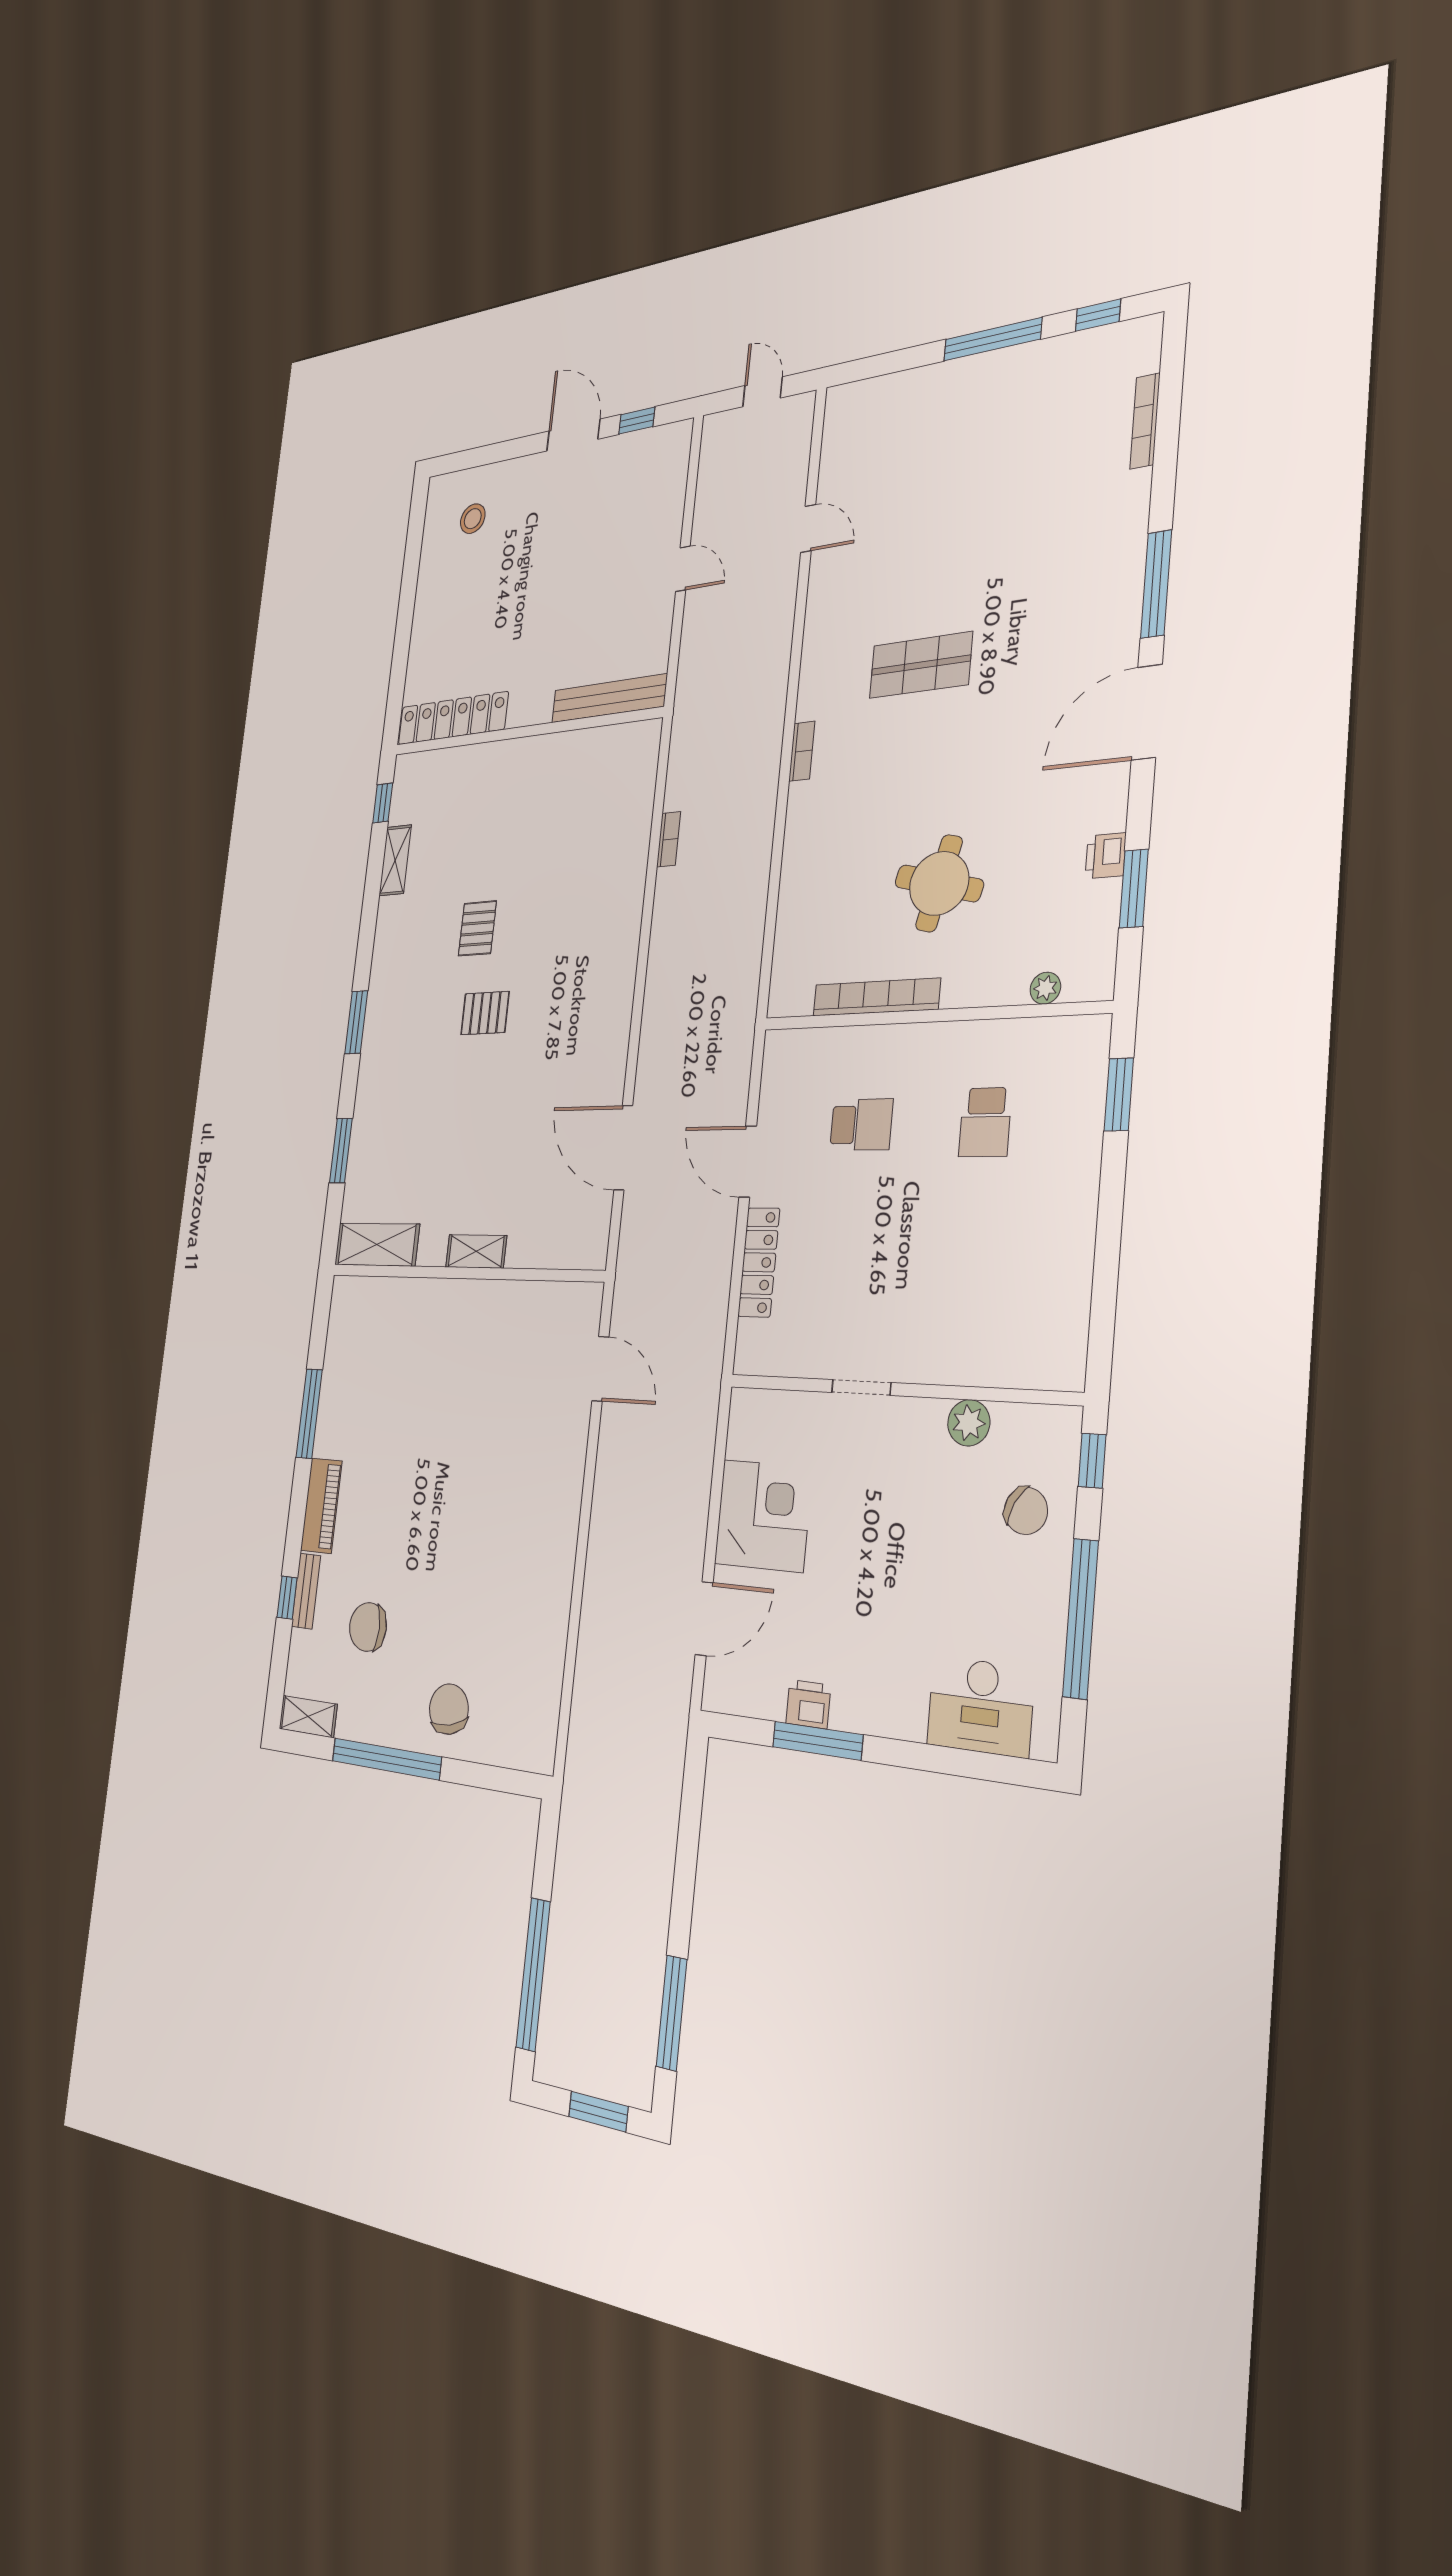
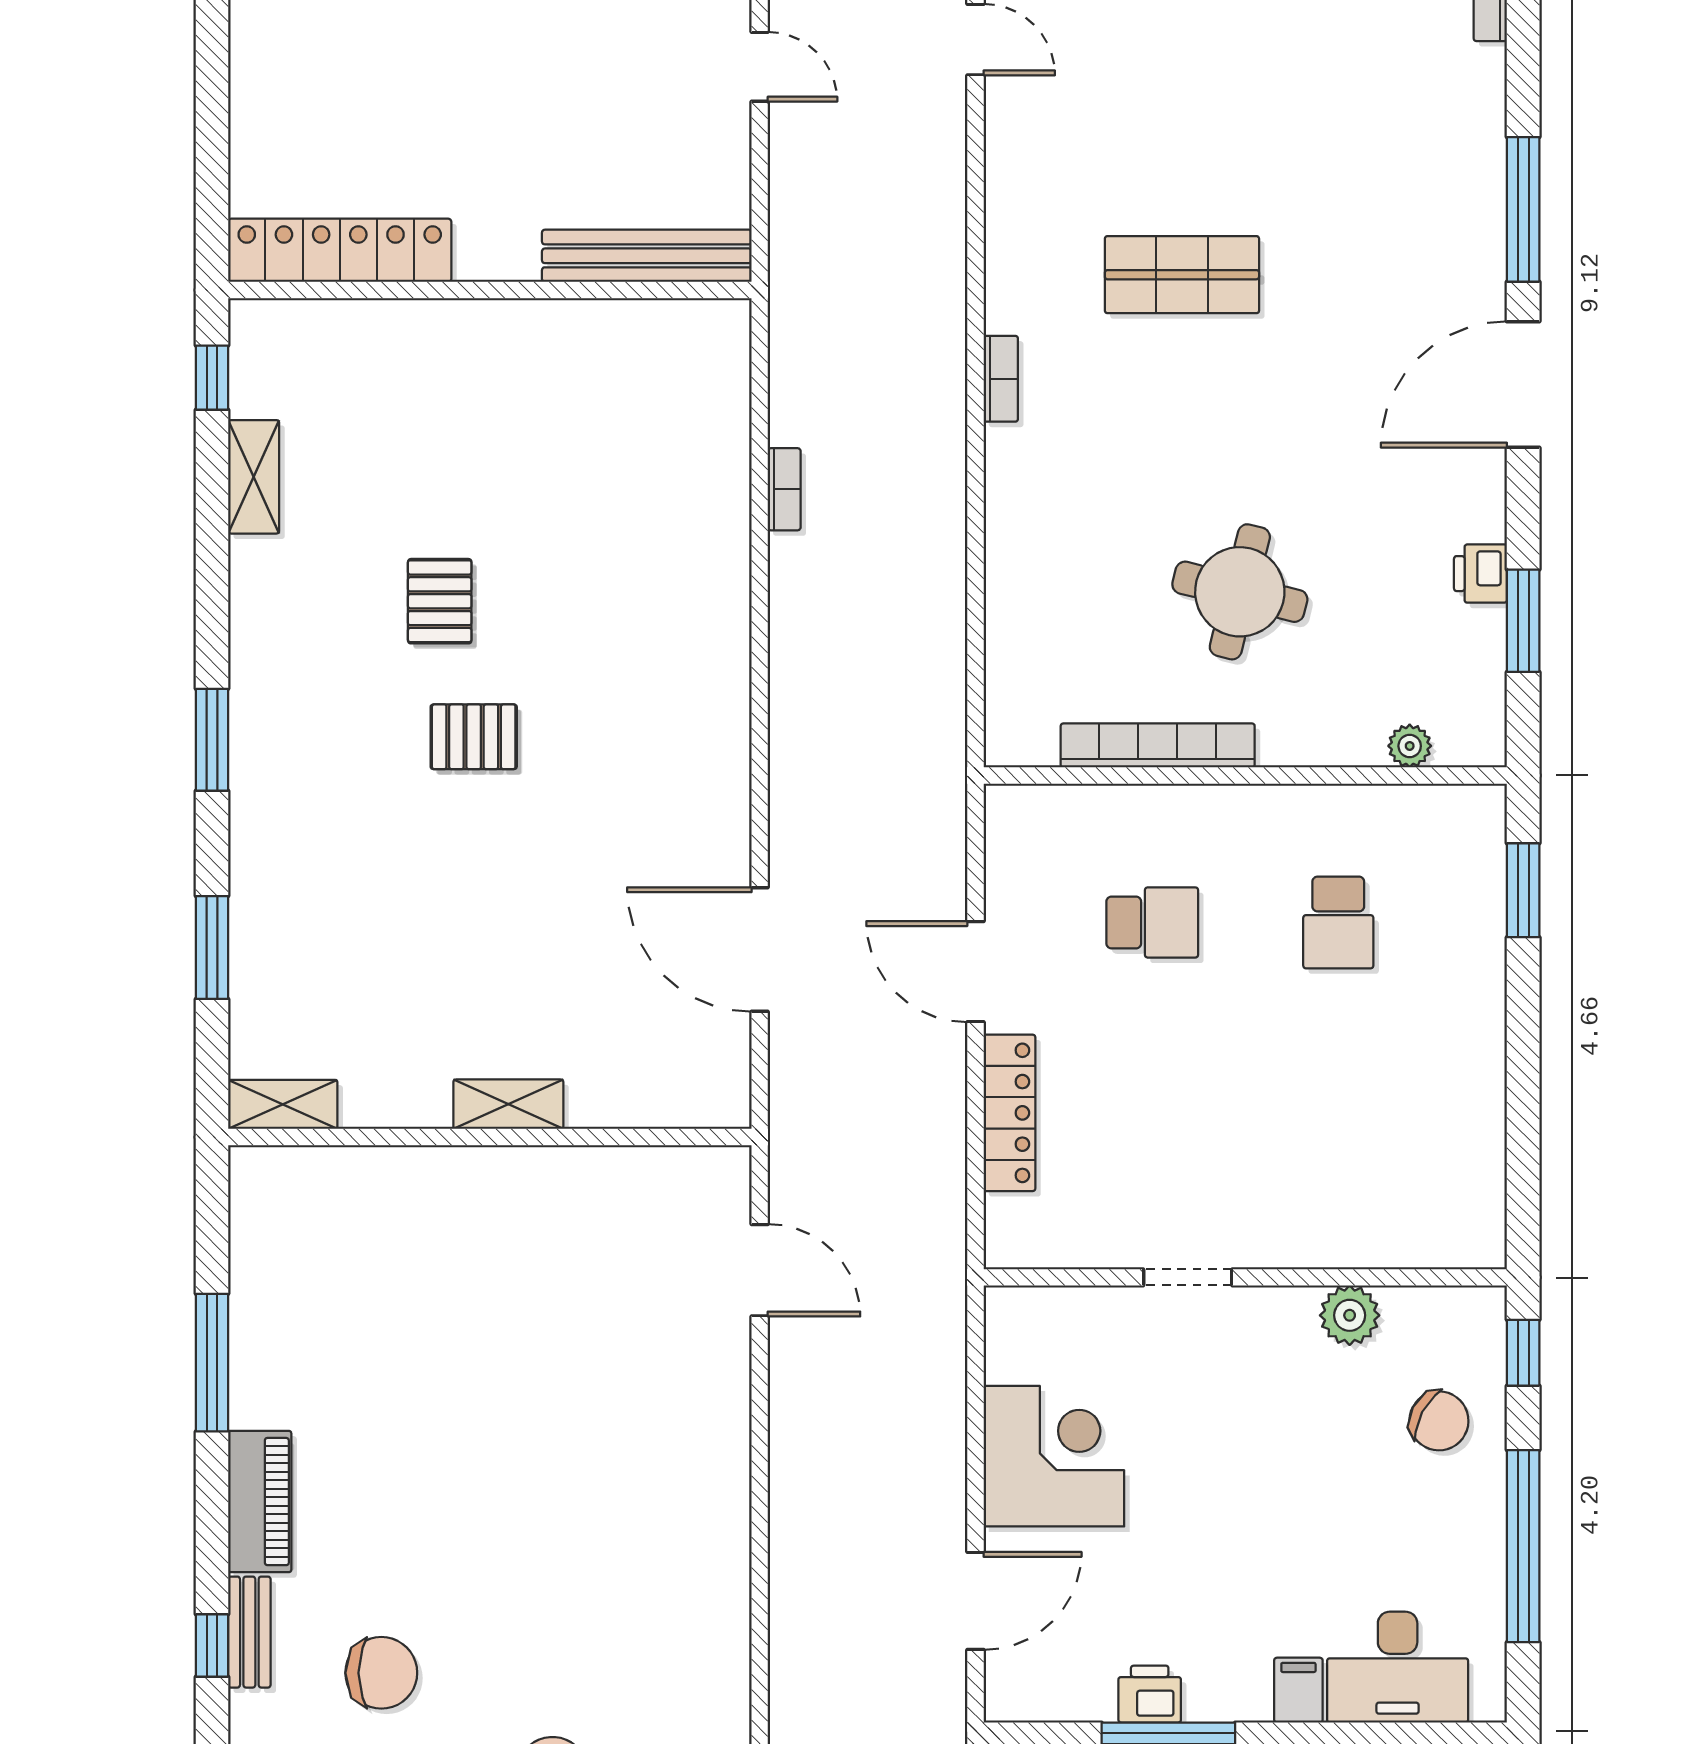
shelving: (377, 1245) -> (283, 1104), width x0.67, depth x0.75
chair: (368, 1627) -> (381, 1673), turned 180
filing cabinet: (909, 1715) -> (1298, 1690), added

